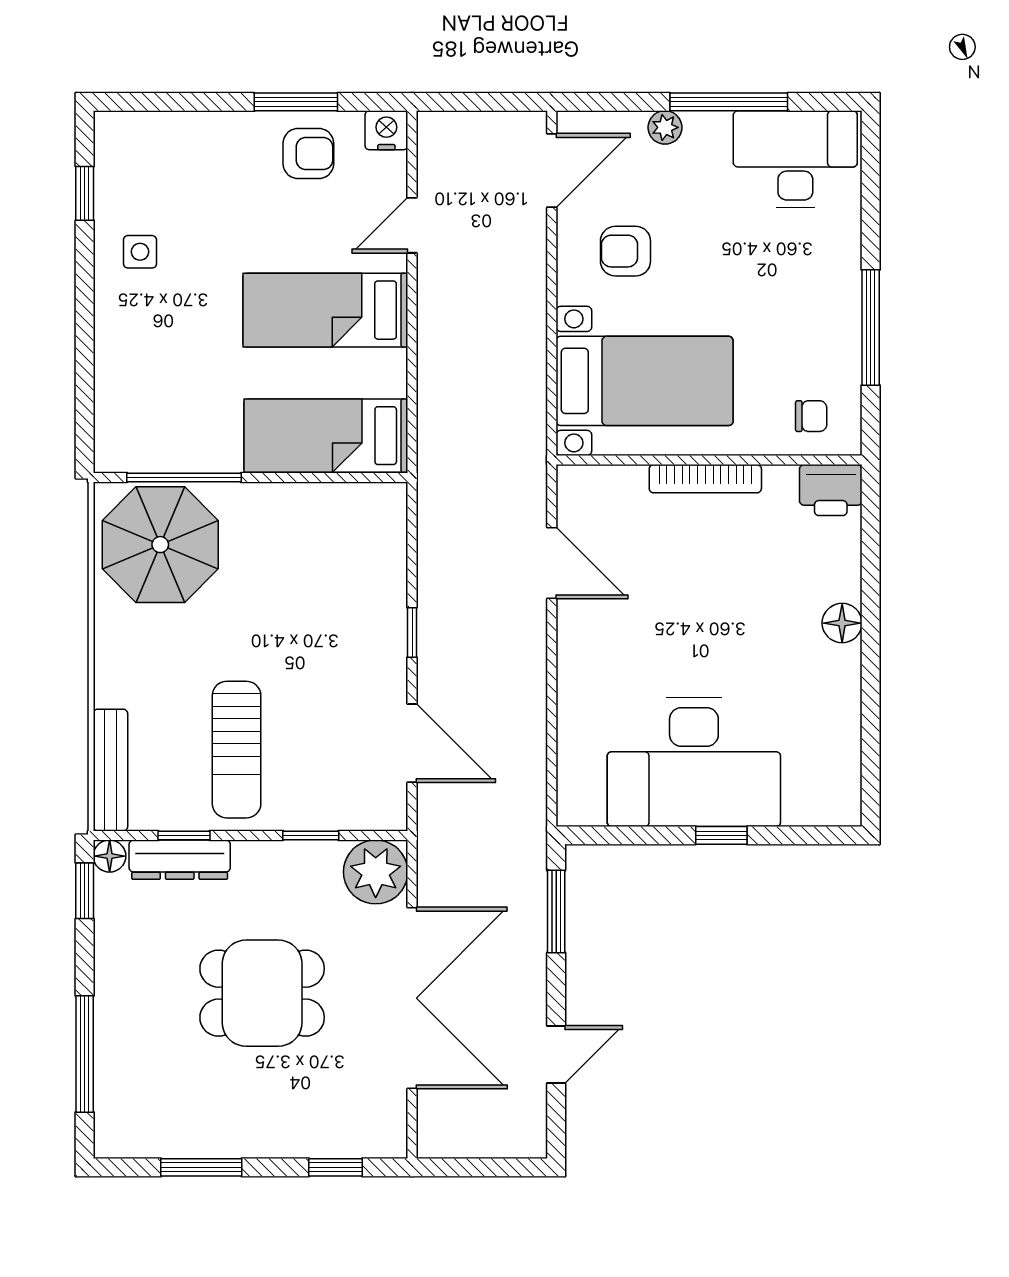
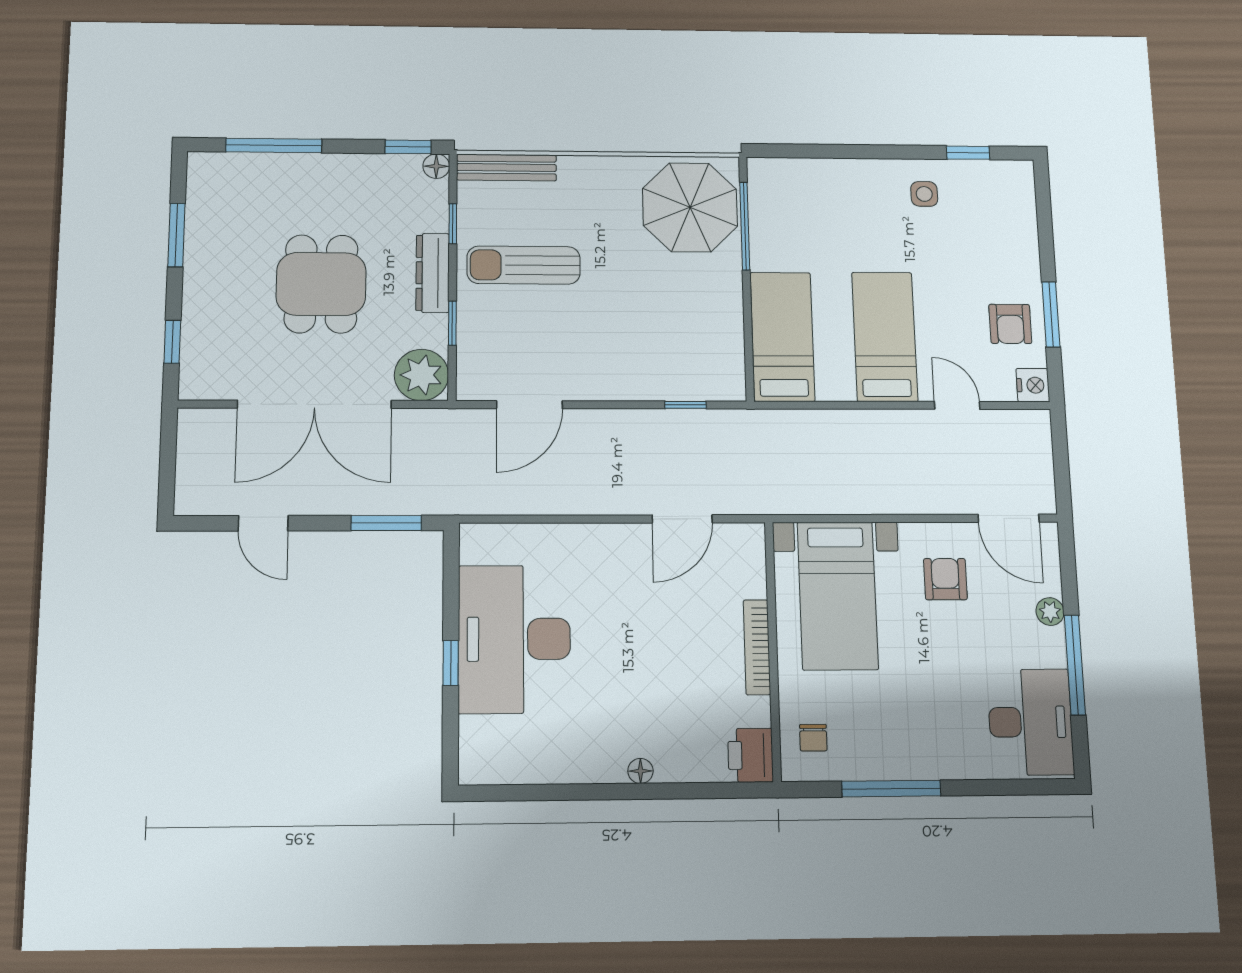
floor lamp: (842, 623) -> (640, 771), width x0.73, depth x0.73
window: (412, 632) -> (685, 405), moved
dresser: (180, 860) -> (433, 273), moved

